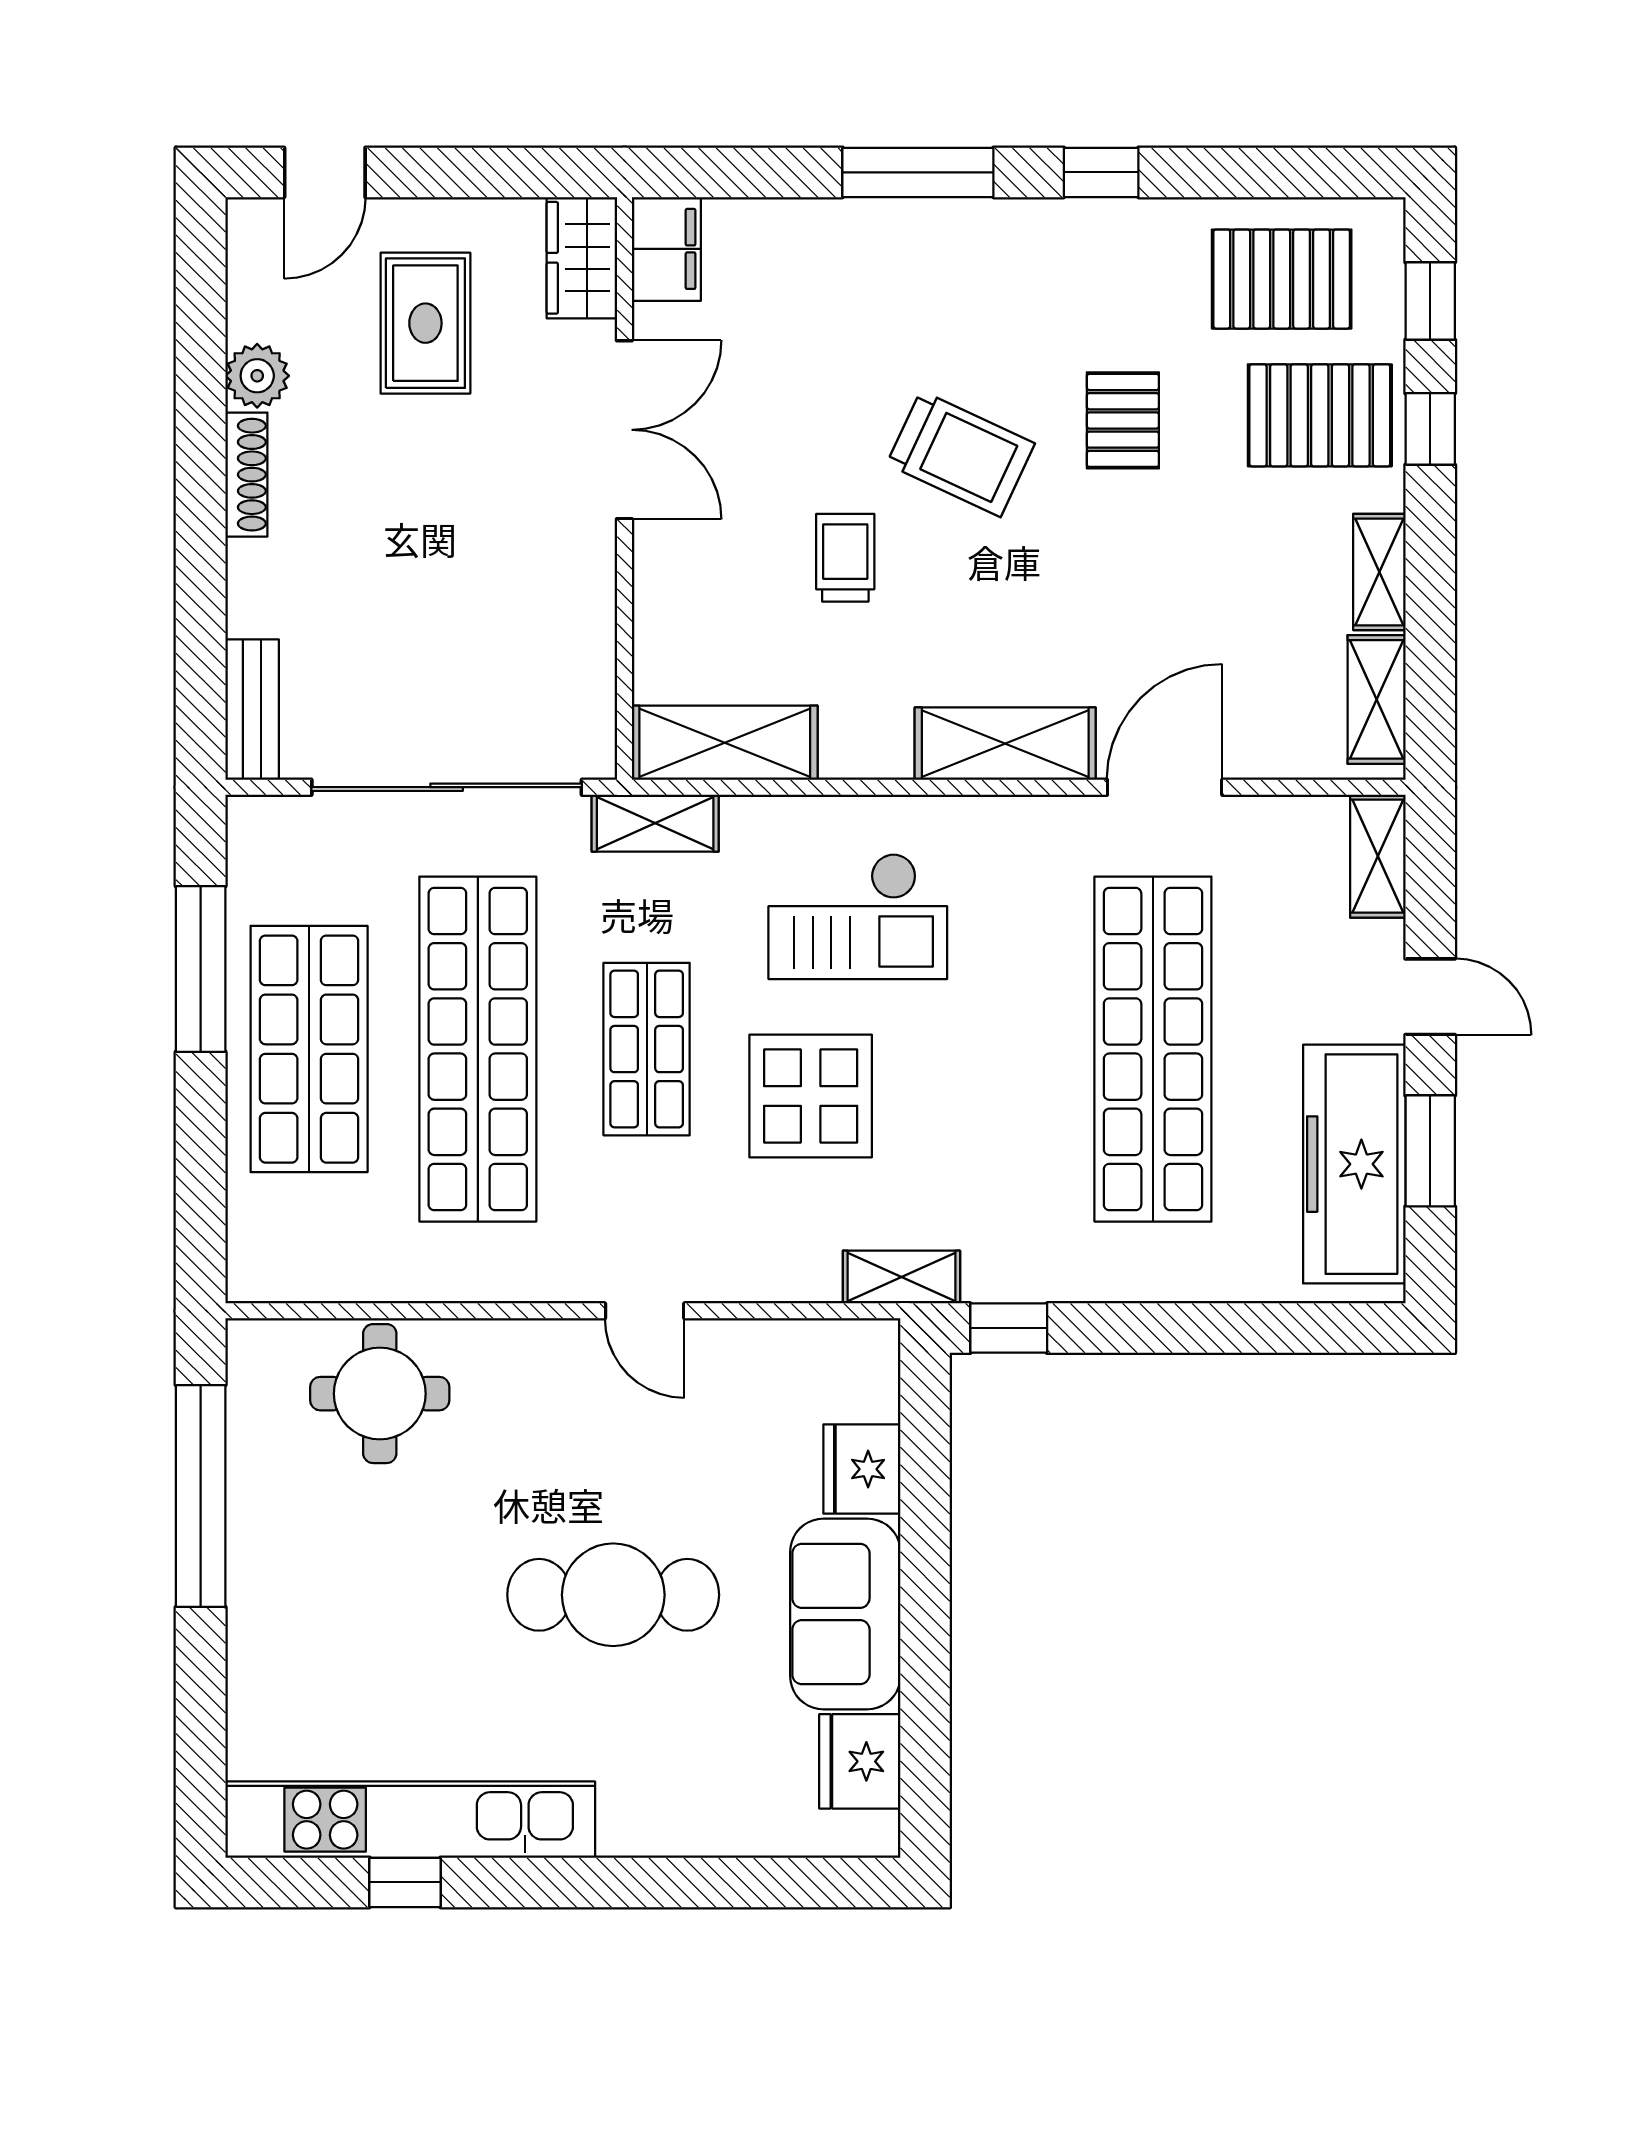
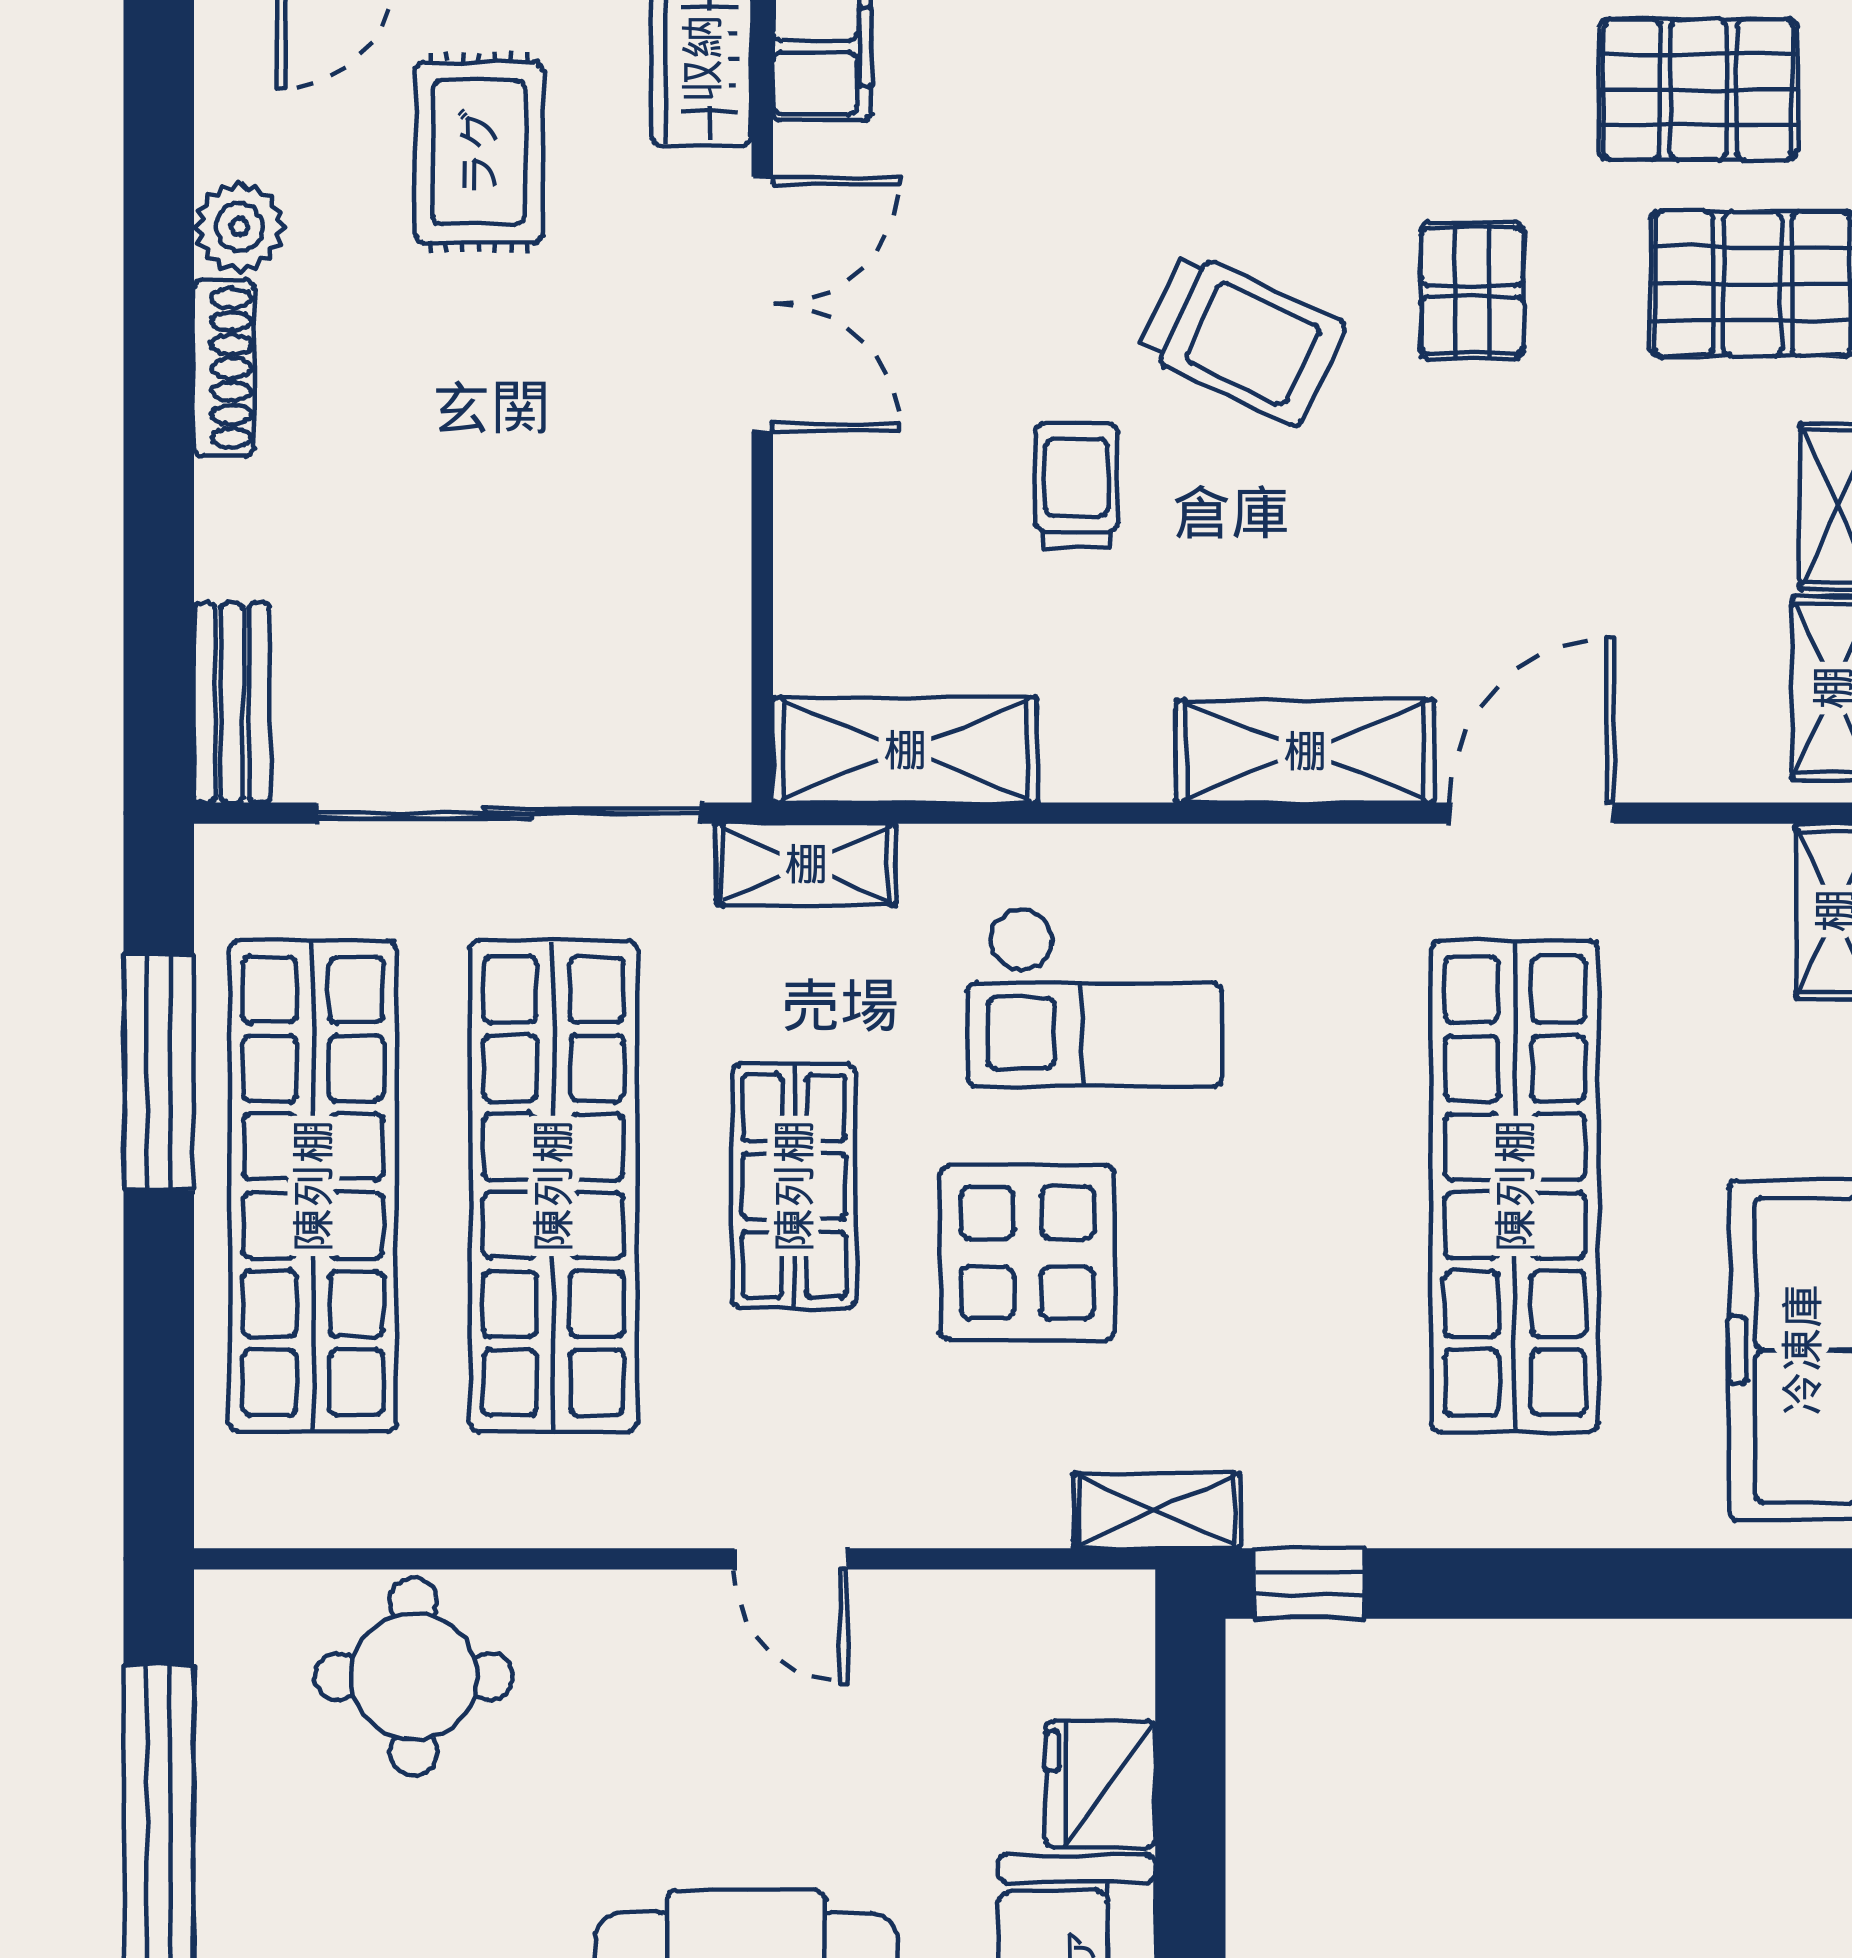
shop shelf: (309, 1049) -> (313, 1186), width x1.40

